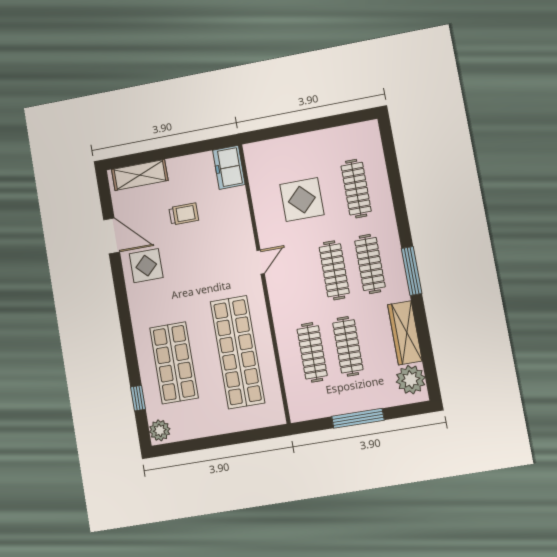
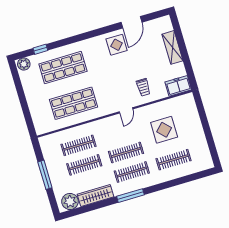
shelving: (140, 175) -> (172, 47), moved
trolley: (184, 214) -> (143, 87), moved
door: (261, 262) -> (126, 110), hinge flipped
shop shelf: (238, 352) -> (73, 103), width x0.71

